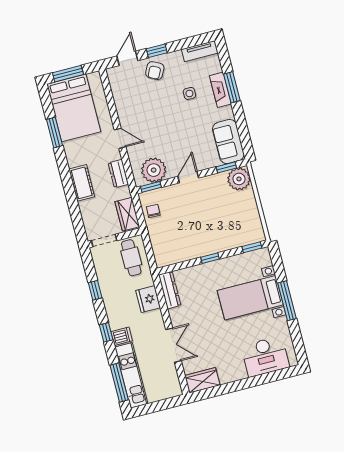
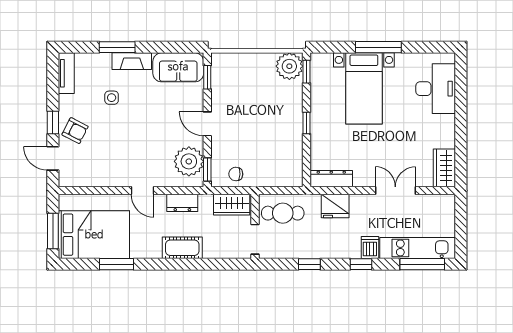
fireplace: (220, 90) -> (132, 61), moved
door: (120, 138) -> (142, 191), swing flipped
plant: (239, 179) -> (289, 66), moved

